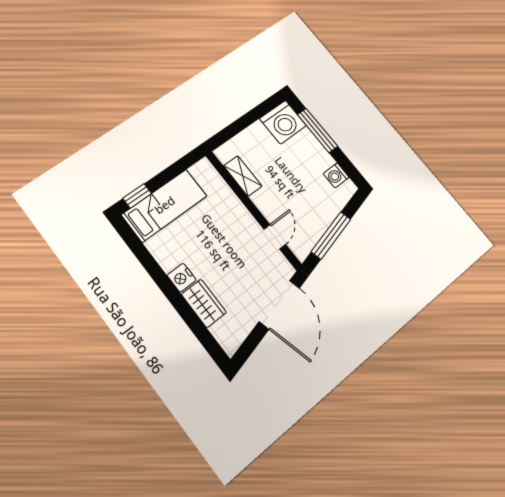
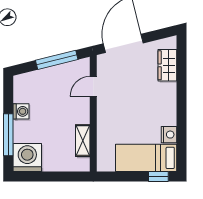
washing machine: (336, 175) -> (21, 111), moved
nightstand: (182, 278) -> (169, 135), moved
wardrobe: (204, 303) -> (167, 65), moved

